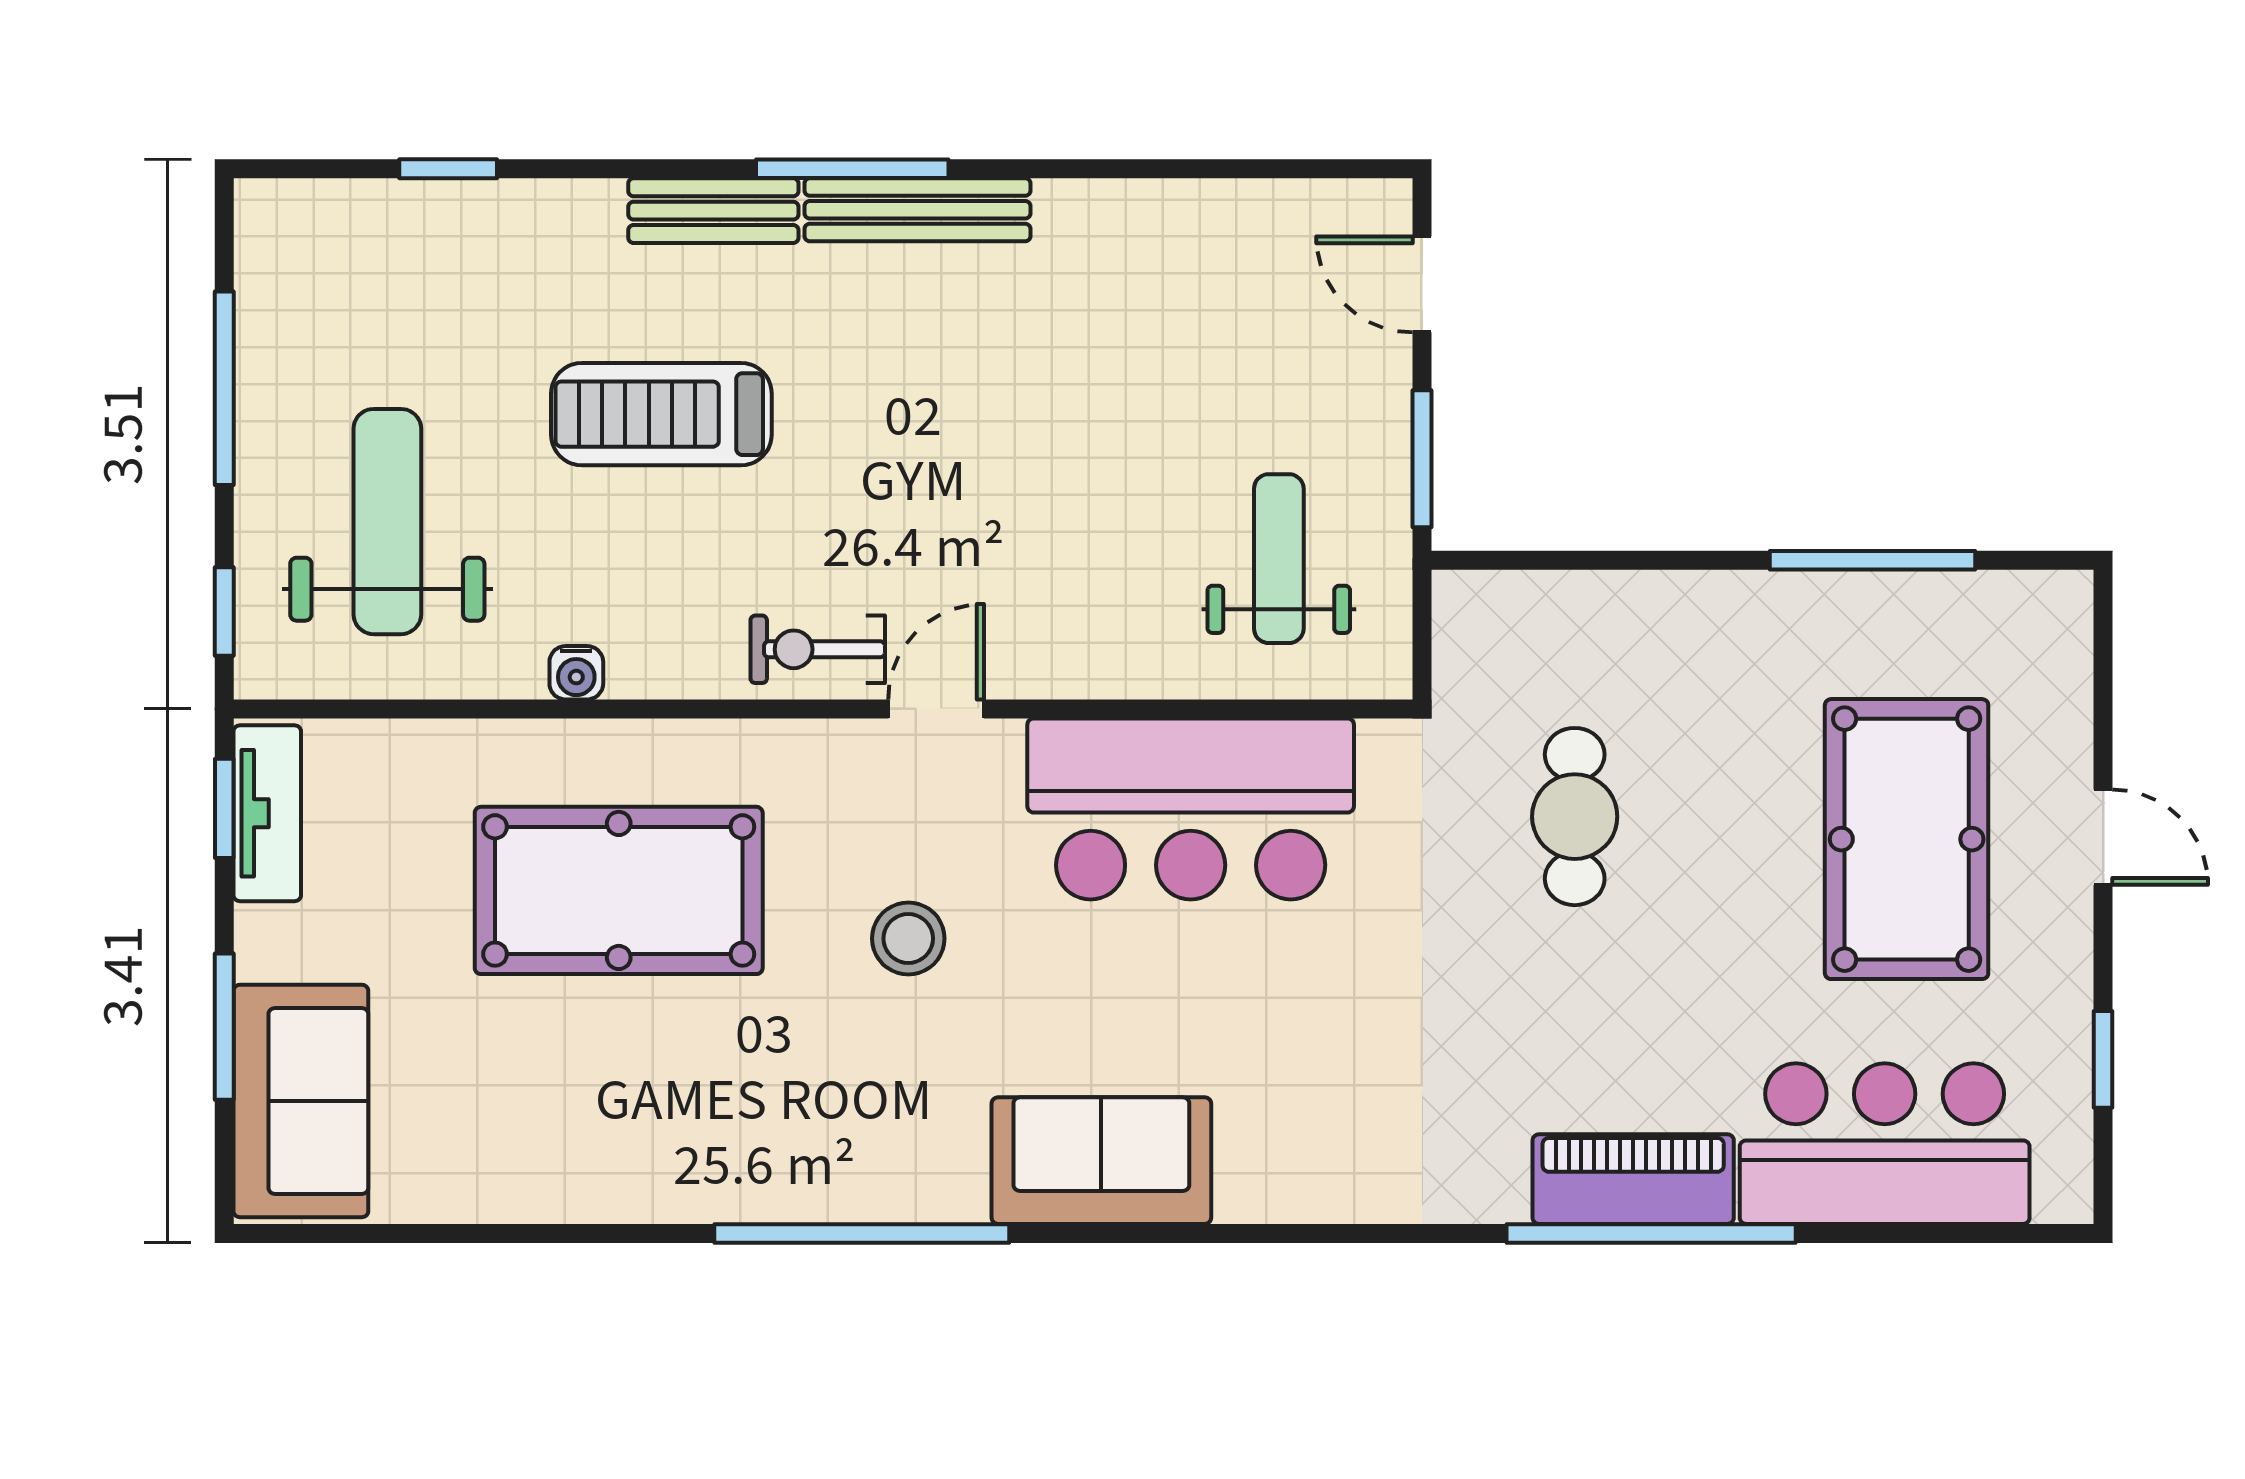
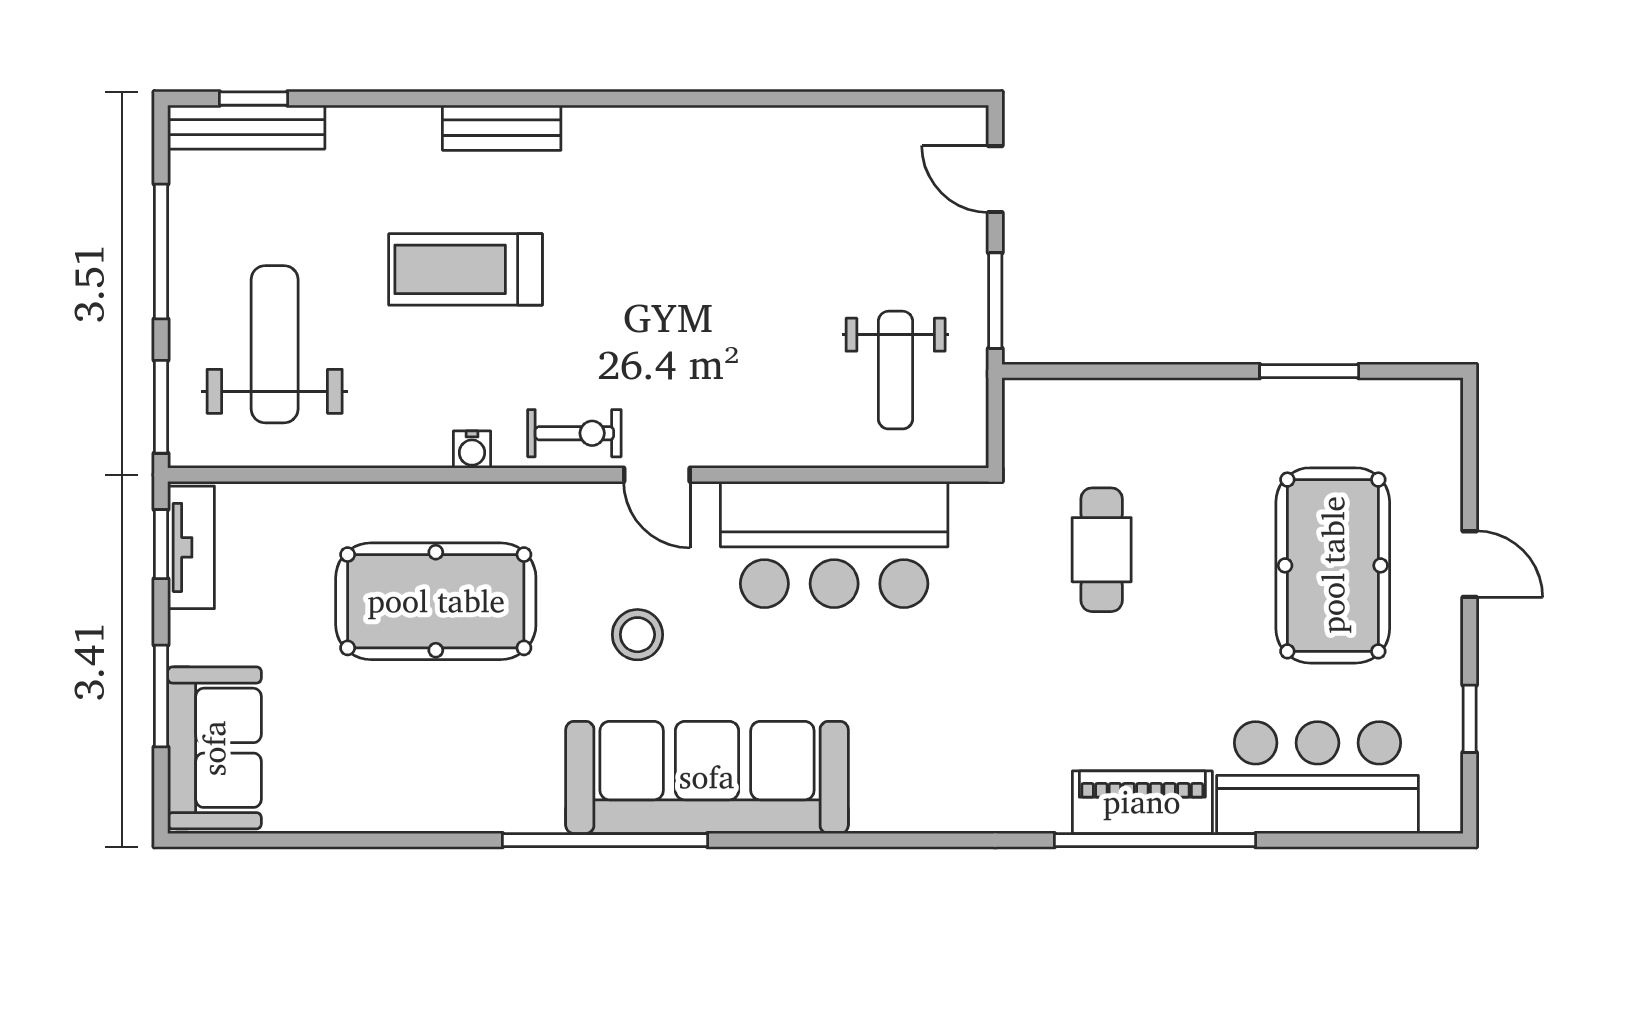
window: (448, 169) -> (253, 99), moved
window: (852, 169) -> (598, 99), removed
bench: (917, 210) -> (246, 127), moved
weight bench: (1279, 559) -> (896, 370), turned 180
window: (1873, 560) -> (1309, 371), width x0.69
window: (224, 611) -> (161, 407), width x1.50
exercise bike: (818, 649) -> (574, 433), turned 180
water cooler: (576, 673) -> (472, 450), moved
door: (936, 709) -> (657, 475), swing flipped
sofa: (1101, 1161) -> (707, 777), width x1.85, depth x1.27

